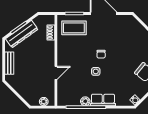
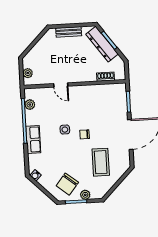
coffee table: (74, 28) -> (101, 162), moved
plant: (85, 101) -> (30, 105), moved

